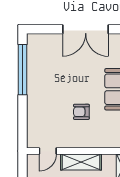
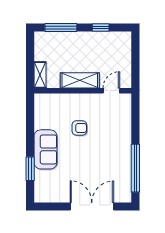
double door: (86, 29) -> (92, 207), moved

